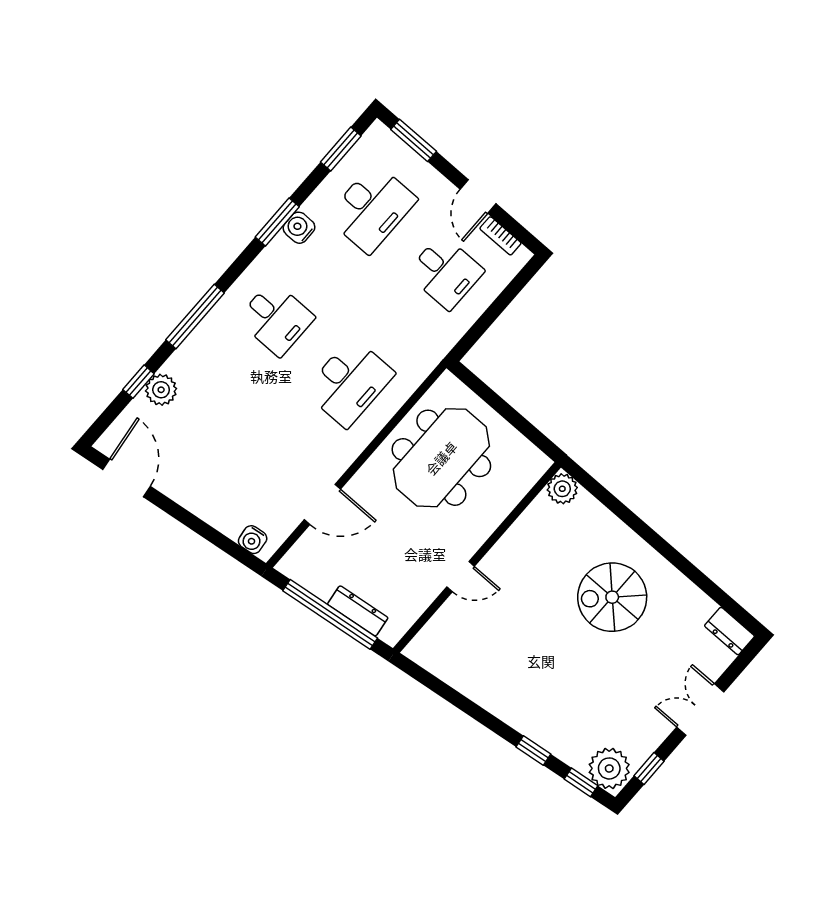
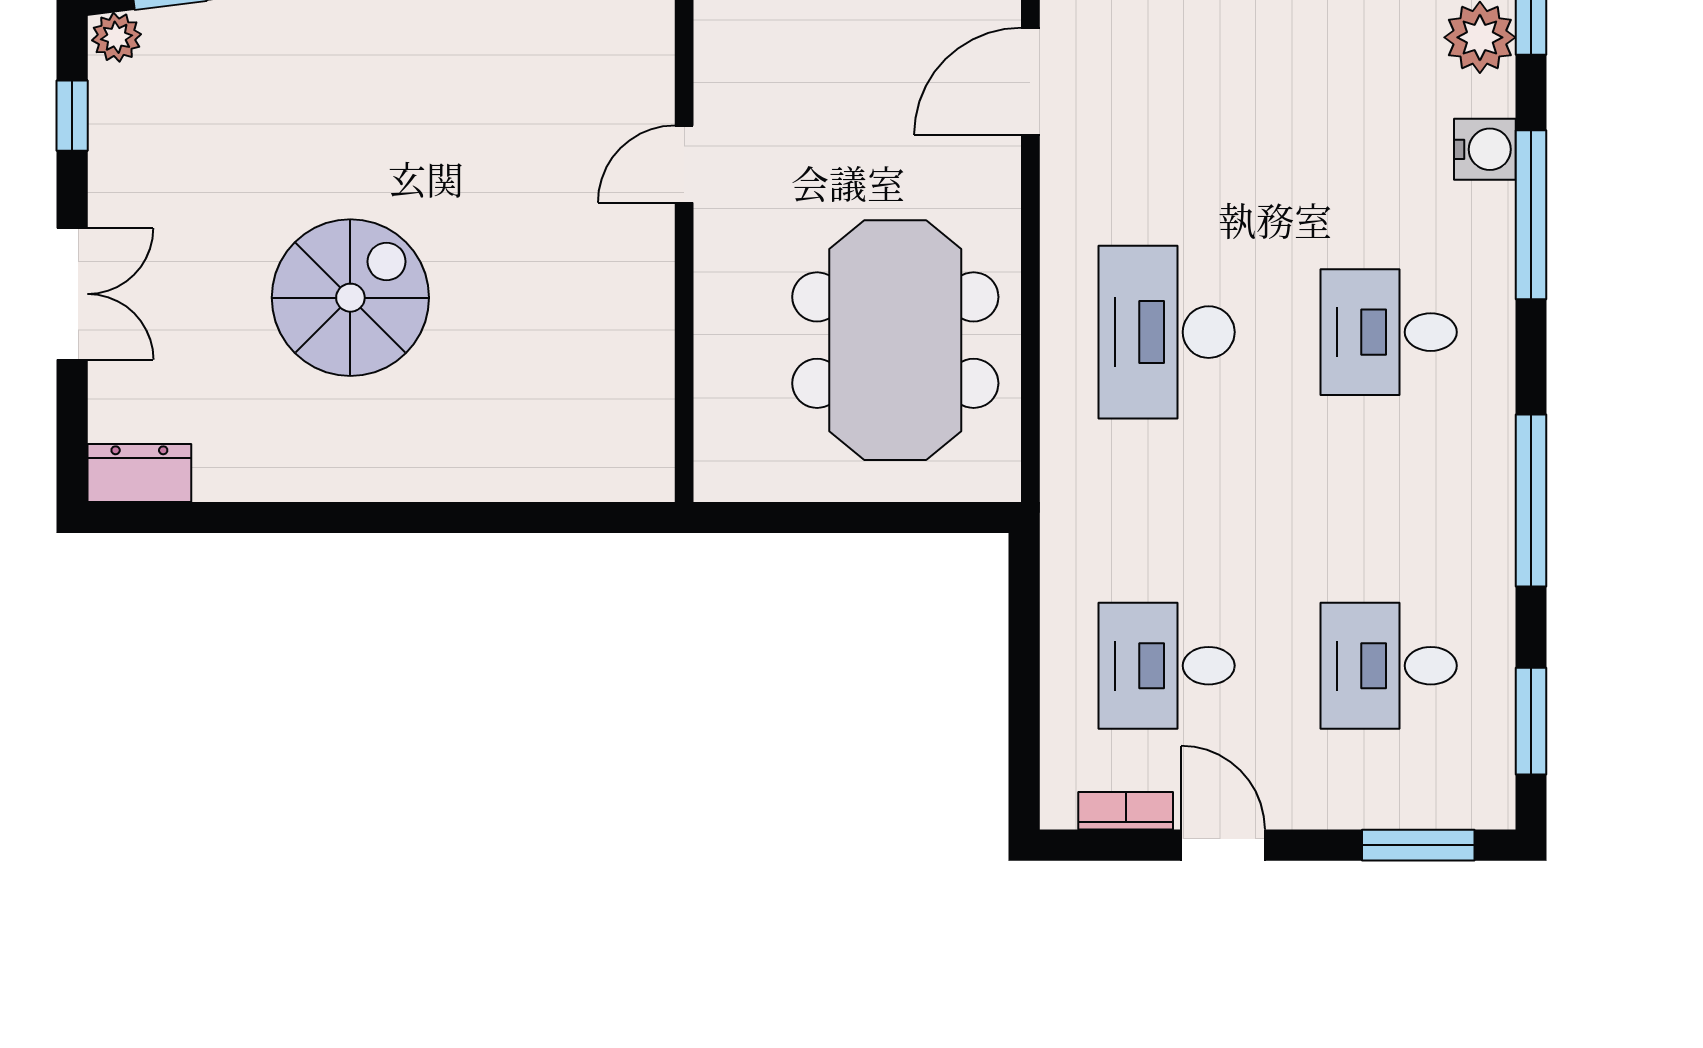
desk: (372, 208) -> (1389, 666), width x0.73
window: (277, 222) -> (1531, 500), width x1.44
water cooler: (299, 228) -> (1485, 149), moved
plant: (562, 489) -> (640, 468), removed
spiral stairs: (612, 597) -> (350, 298), moved
plant: (609, 768) -> (117, 37), width x0.53, depth x0.53

